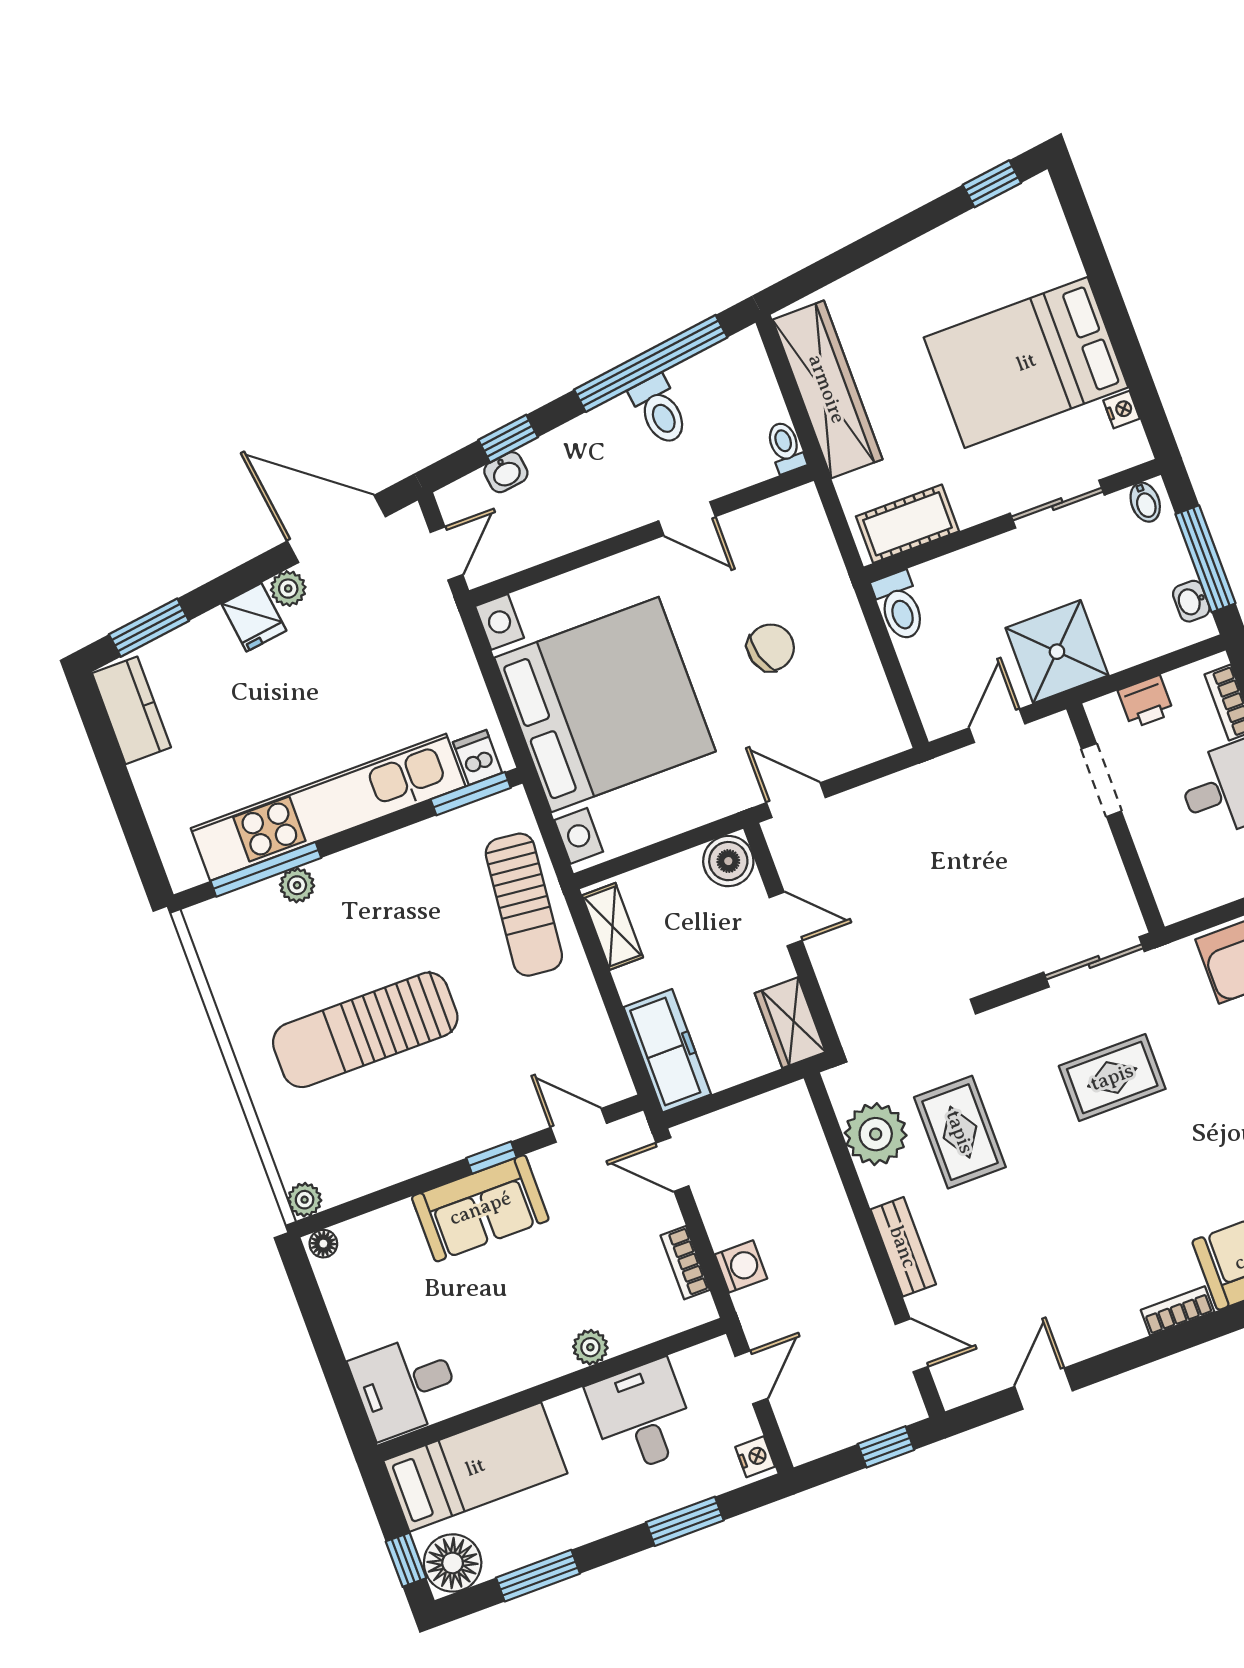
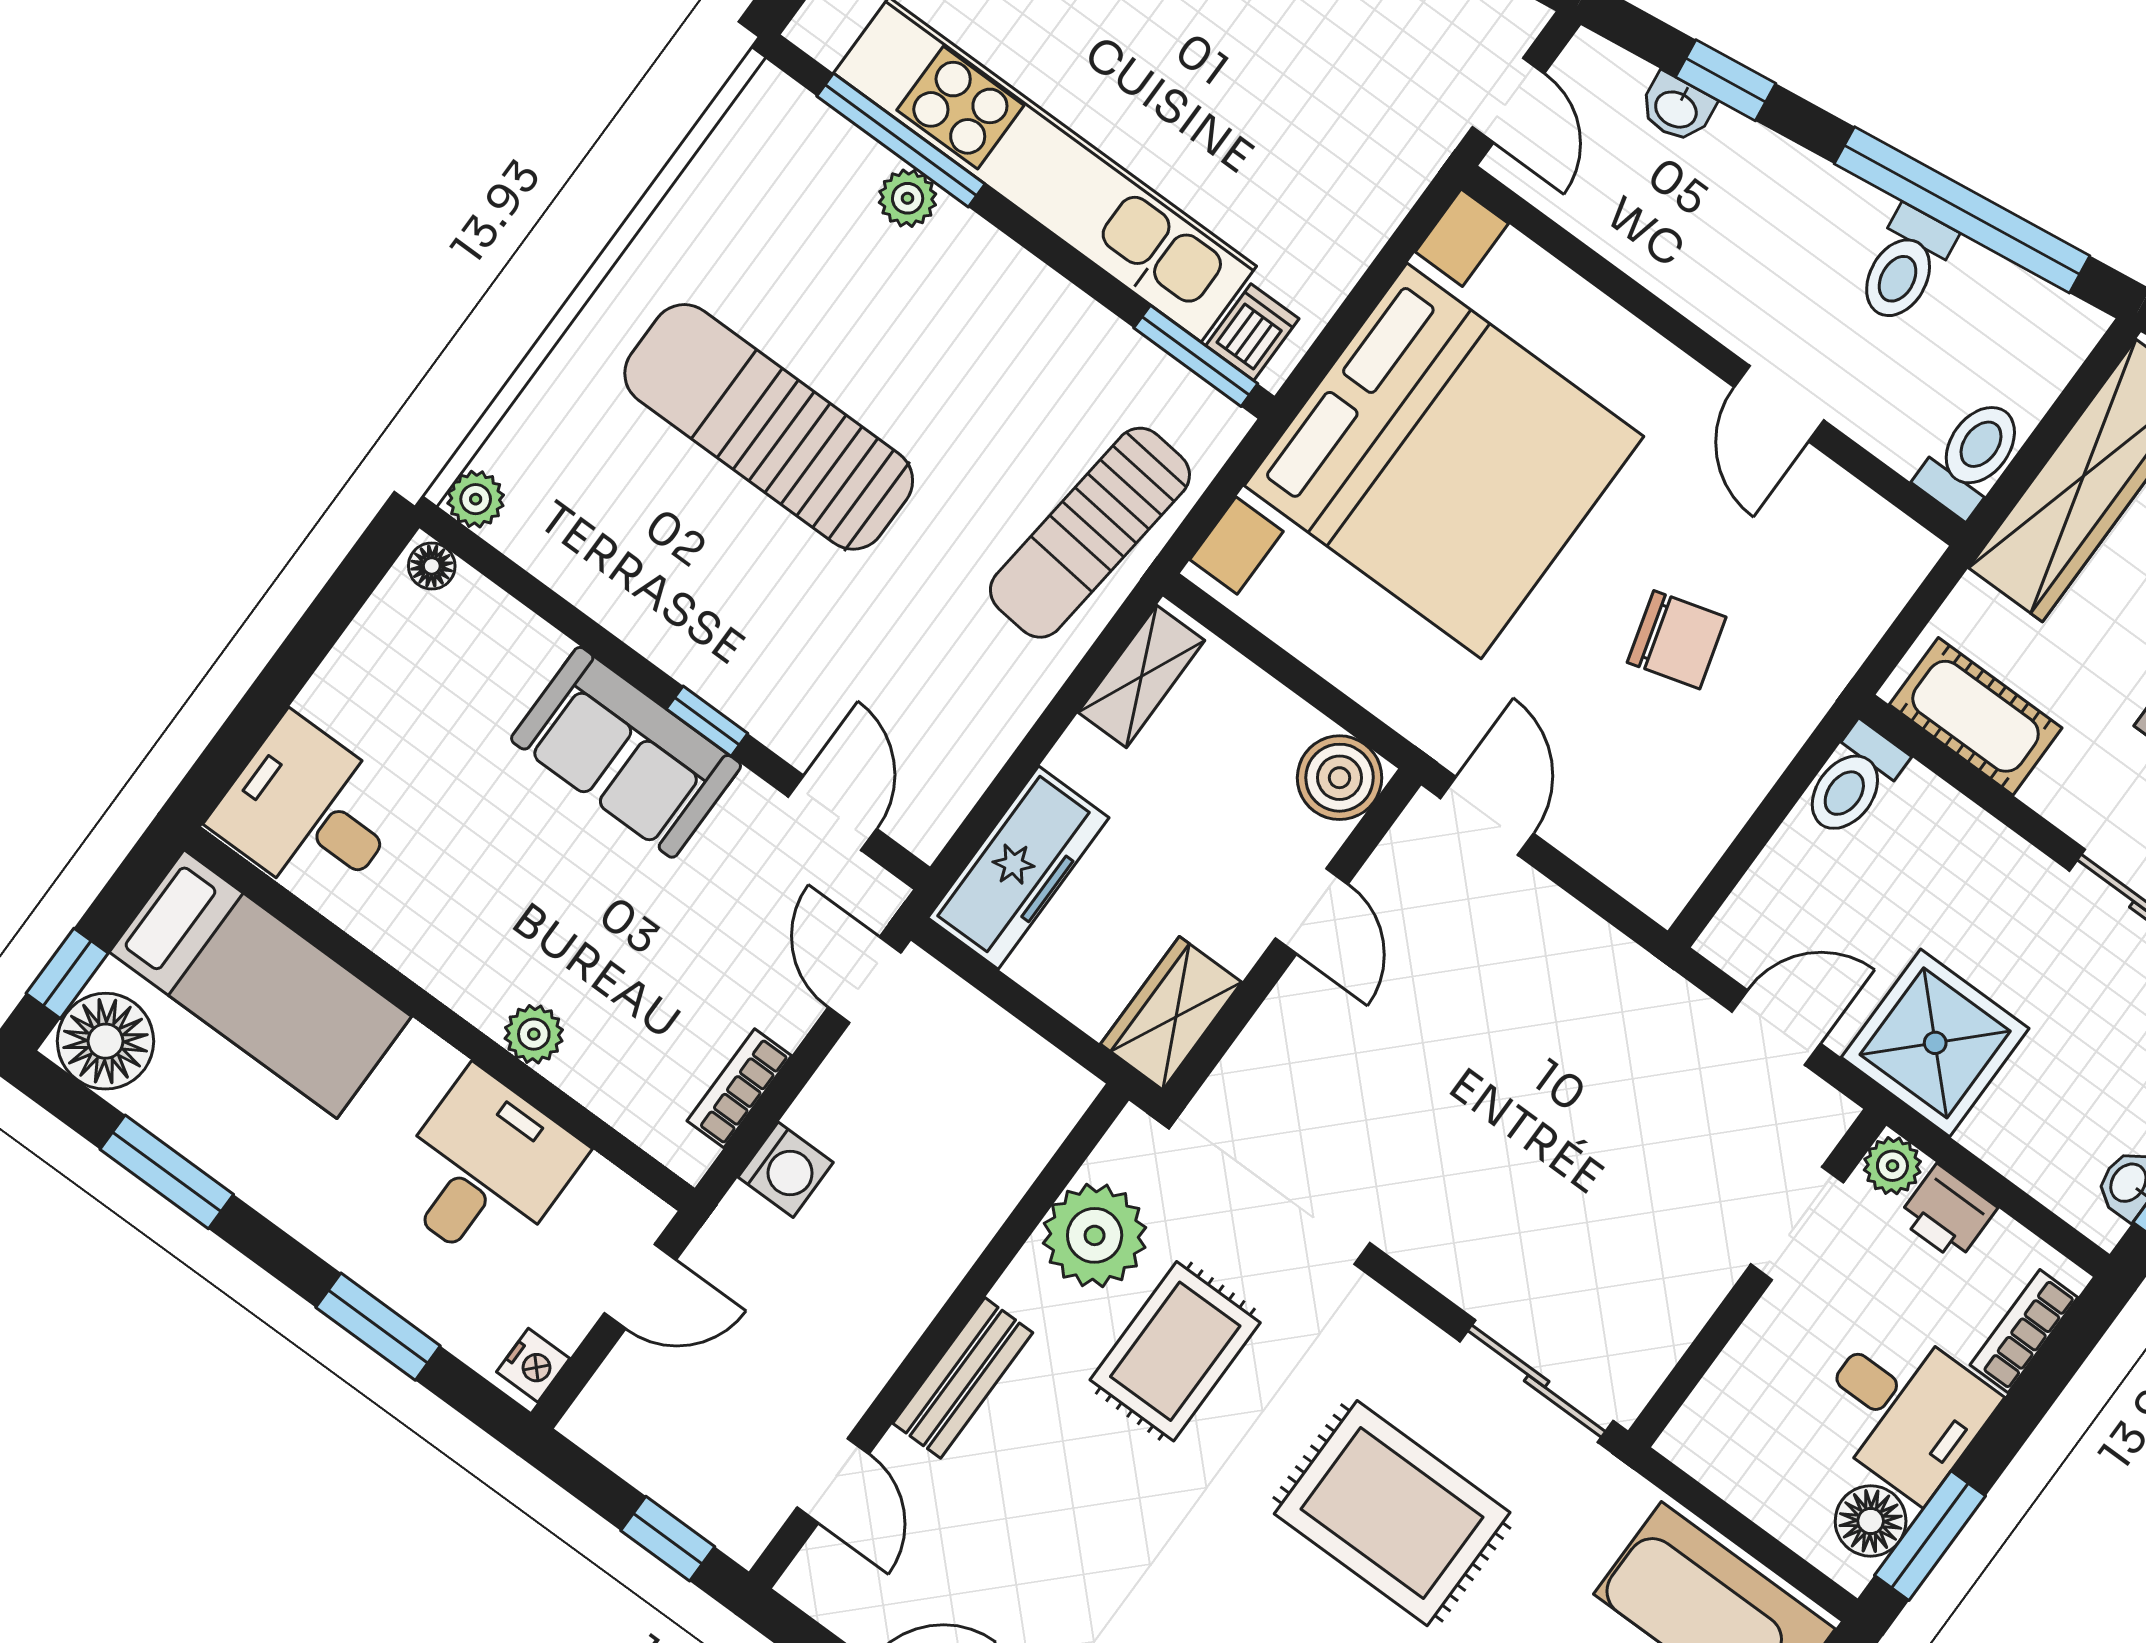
toilet: (786, 447) -> (1972, 457), width x1.37, depth x1.39
door: (446, 553) -> (1508, 100), hinge flipped
plant: (1104, 714) -> (1892, 1166), added
rug: (1112, 1077) -> (1392, 1513), width x1.36, depth x1.43

